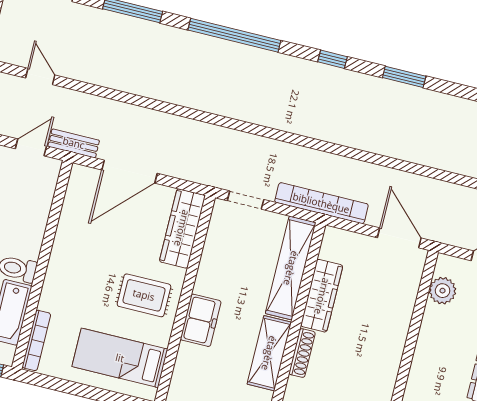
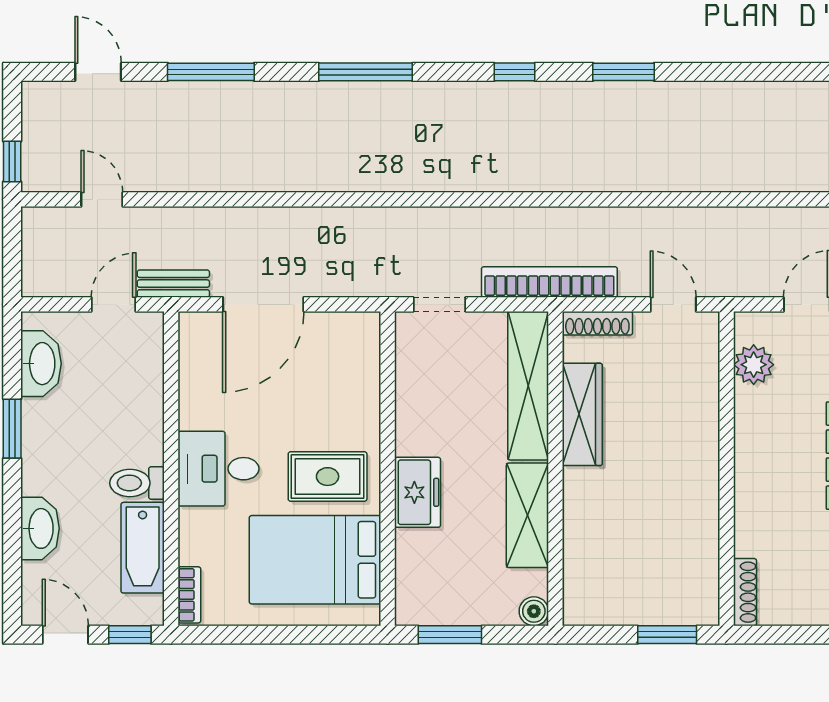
window: (234, 35) -> (365, 72), width x0.68
wardrobe: (182, 228) -> (359, 367), removed
door: (399, 238) -> (673, 304), width x0.73
desk: (73, 273) -> (218, 469), added
bookcase: (36, 340) -> (189, 595), width x0.64
shoe rack: (302, 353) -> (597, 323), moved, turned 90
bed: (120, 358) -> (315, 560), width x1.50

